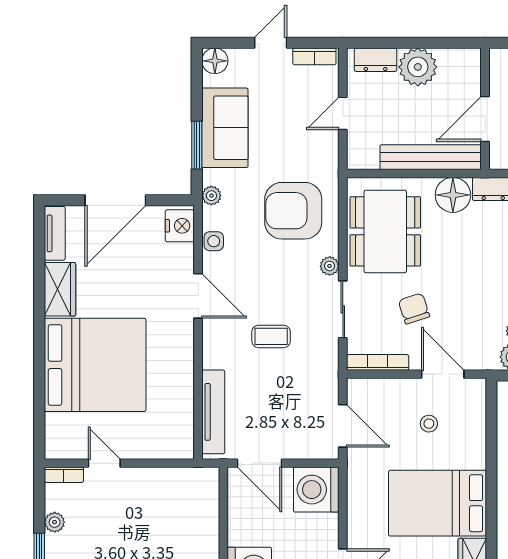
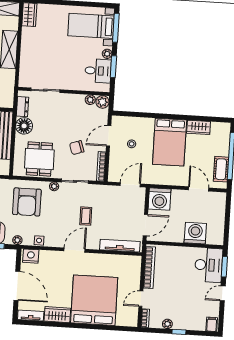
dining table: (385, 231) -> (39, 159), width x0.73
door: (198, 296) -> (75, 250), moved
bookcase: (171, 477) -> (149, 268), added

